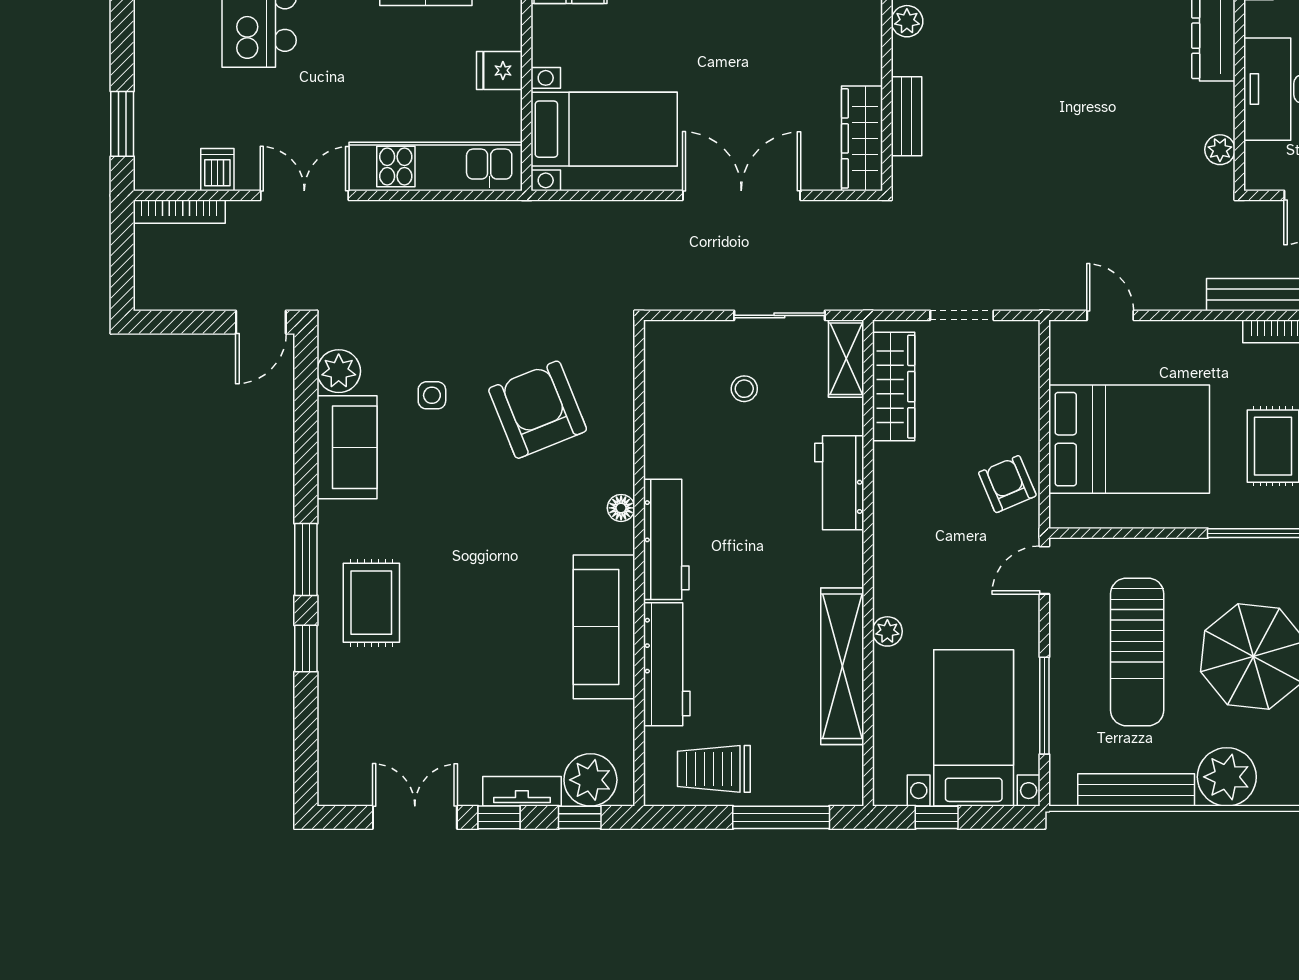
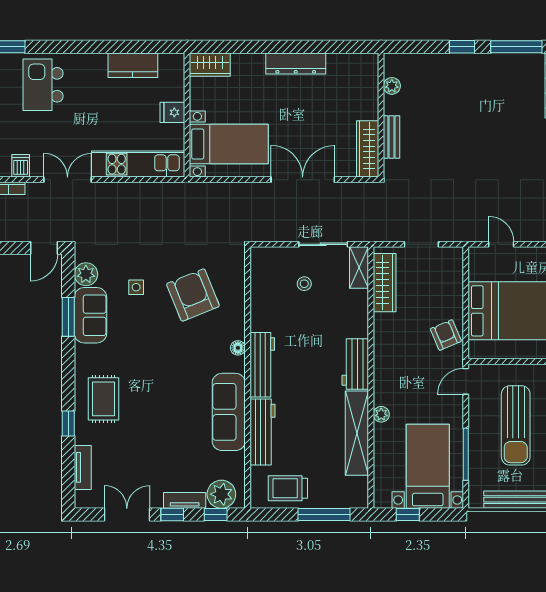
workbench: (839, 483) -> (355, 364), moved
window: (306, 560) -> (68, 317), moved
tv unit: (333, 730) -> (83, 467), added

